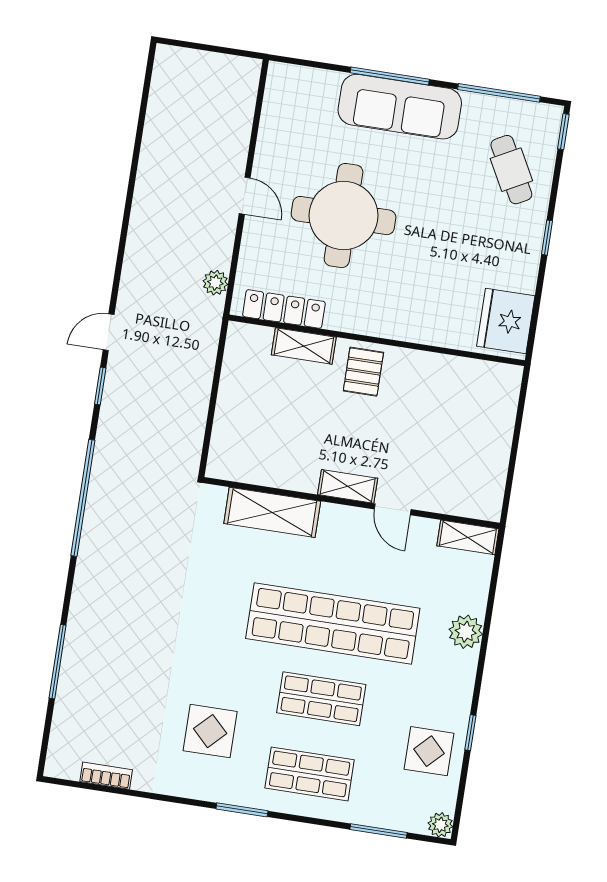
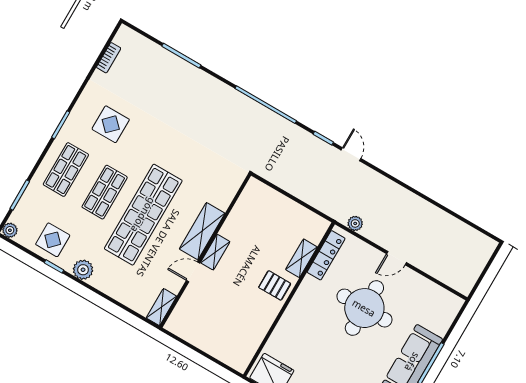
shelving: (272, 512) -> (202, 231), moved
plant: (466, 632) -> (83, 270), moved

